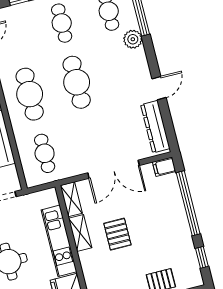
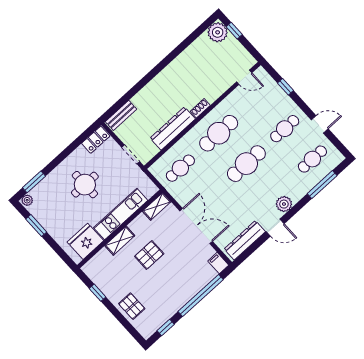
plant: (133, 39) -> (284, 204), moved
double door: (114, 169) -> (196, 226), swing flipped
shelving: (80, 233) -> (120, 241), moved

